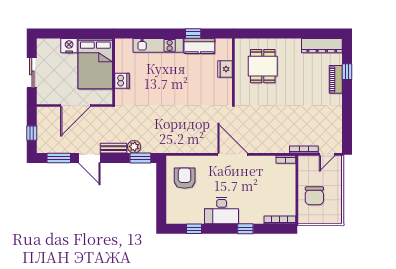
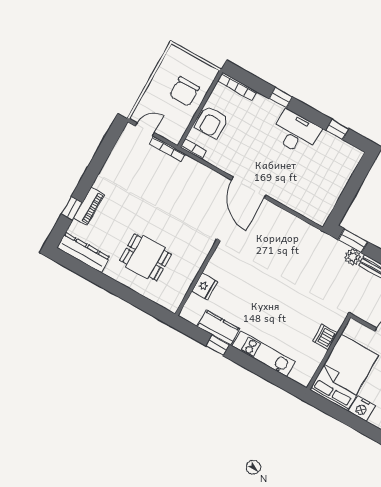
dining table: (263, 66) -> (146, 257), moved, turned 90
armchair: (185, 178) -> (212, 122), moved
chair: (314, 196) -> (184, 92), turned 180

